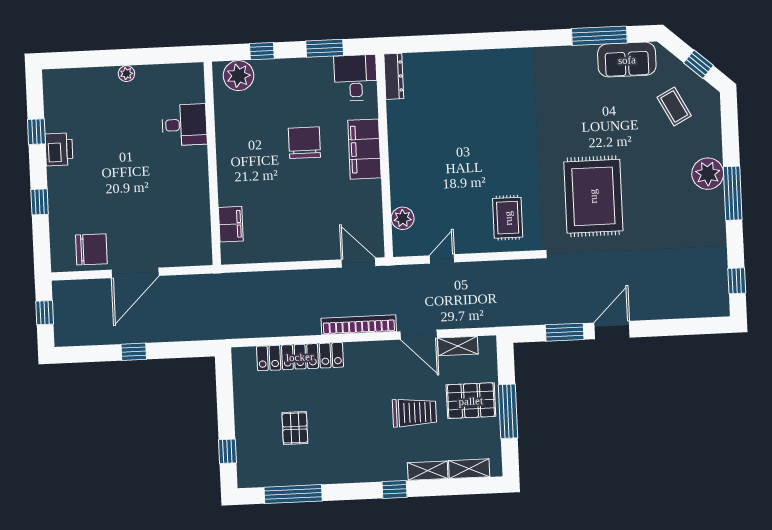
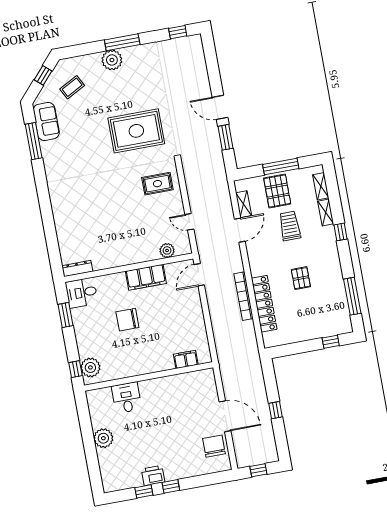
window: (262, 51) -> (75, 369), moved
plant: (126, 74) -> (103, 438), width x1.88, depth x1.88
filing cabinet: (364, 149) -> (146, 277), moved
window: (40, 202) -> (171, 486), moved
bookcase: (359, 325) -> (244, 296), moved
pallet: (295, 428) -> (301, 278), moved, turned 90

